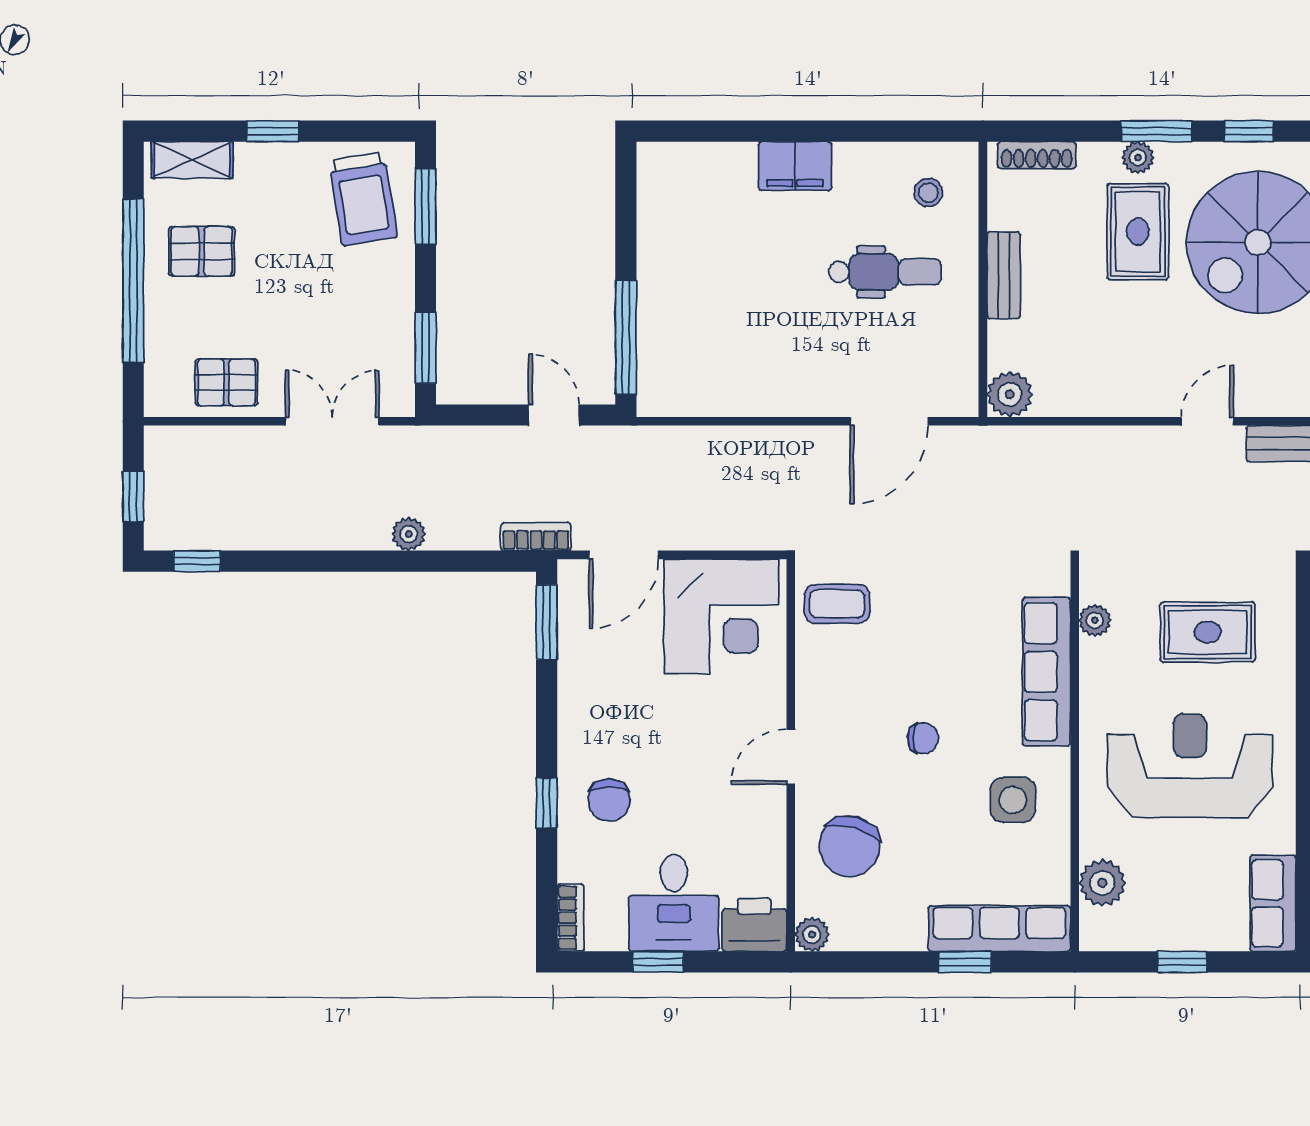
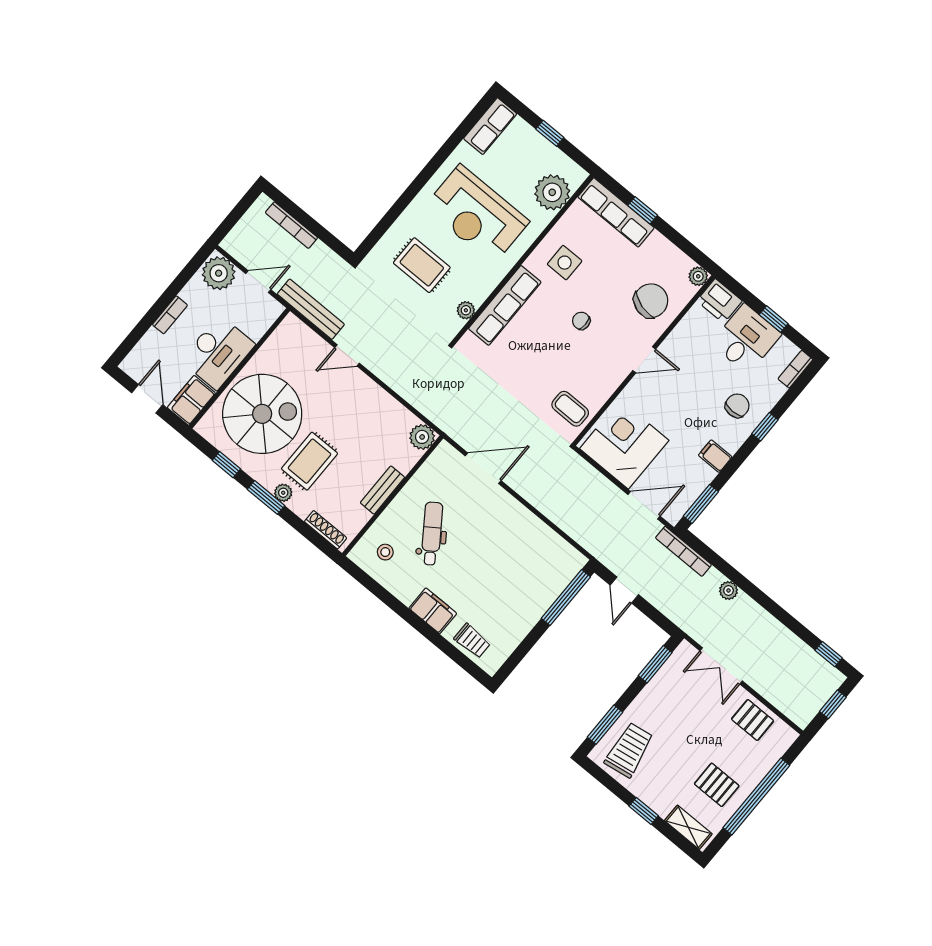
trolley: (706, 170) -> (472, 641), added
dental chair: (885, 272) -> (432, 534), turned 55
bookcase: (536, 537) -> (683, 551), width x1.56
filing cabinet: (582, 705) -> (715, 456), added
plant: (1102, 883) -> (552, 192), width x1.36, depth x1.36

